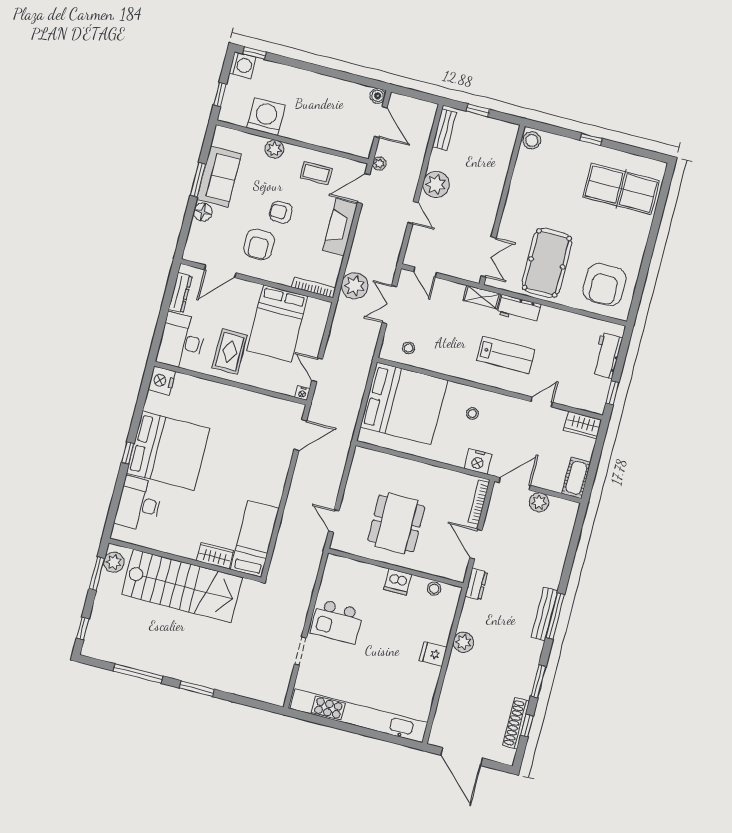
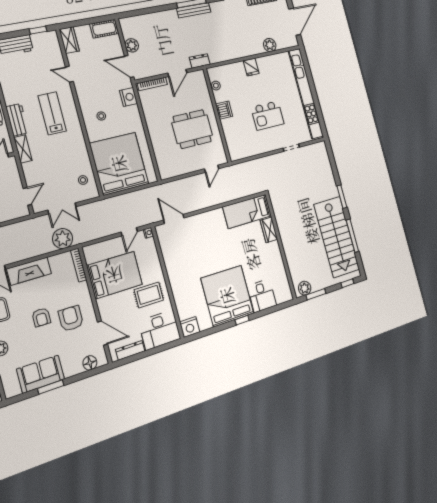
floor lamp: (203, 212) -> (90, 363), moved
armchair: (259, 244) -> (71, 318), turned -90
desk: (139, 504) -> (262, 296), width x0.73
stairs: (182, 586) -> (337, 237), moved, turned 180
kitchen island: (337, 622) -> (268, 116), moved, turned 90
plant: (463, 642) -> (270, 45), moved

